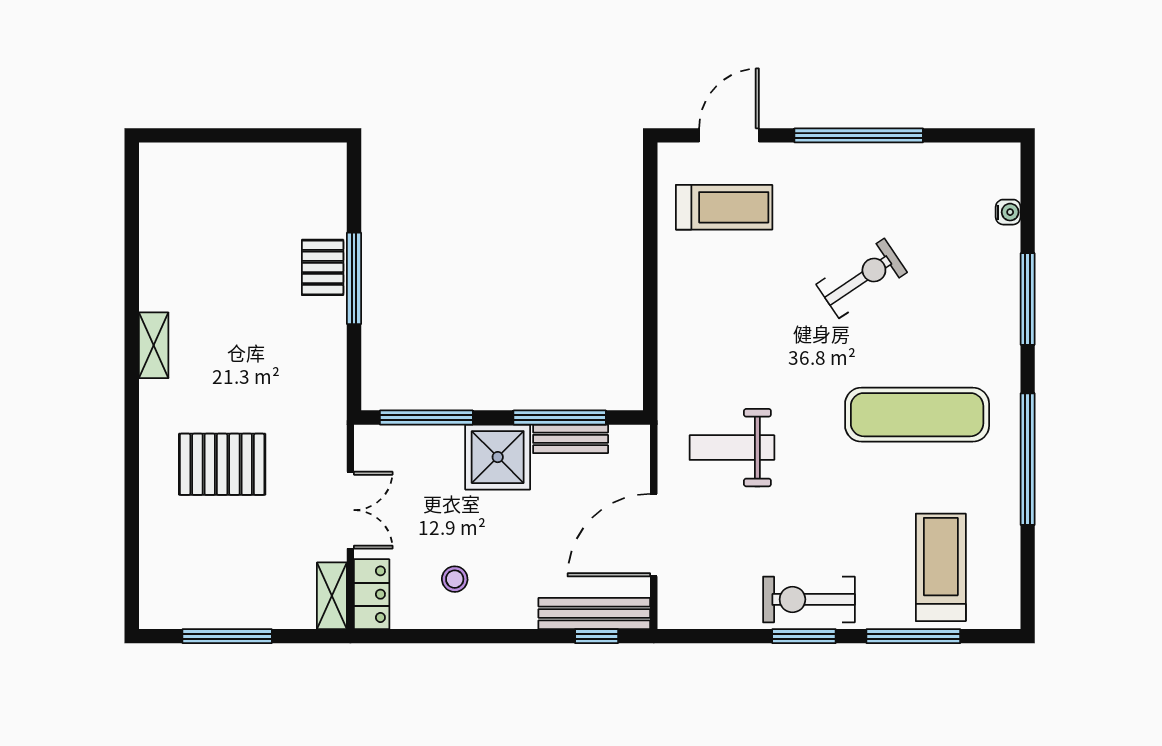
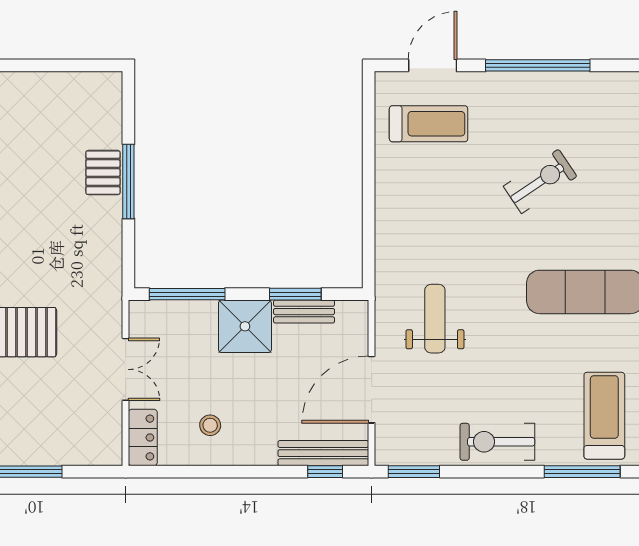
window: (560, 418) -> (295, 294), width x0.69
weight bench: (732, 448) -> (435, 319), turned 90
shelving: (332, 596) -> (111, 439), removed
window: (804, 636) -> (414, 472), moved

